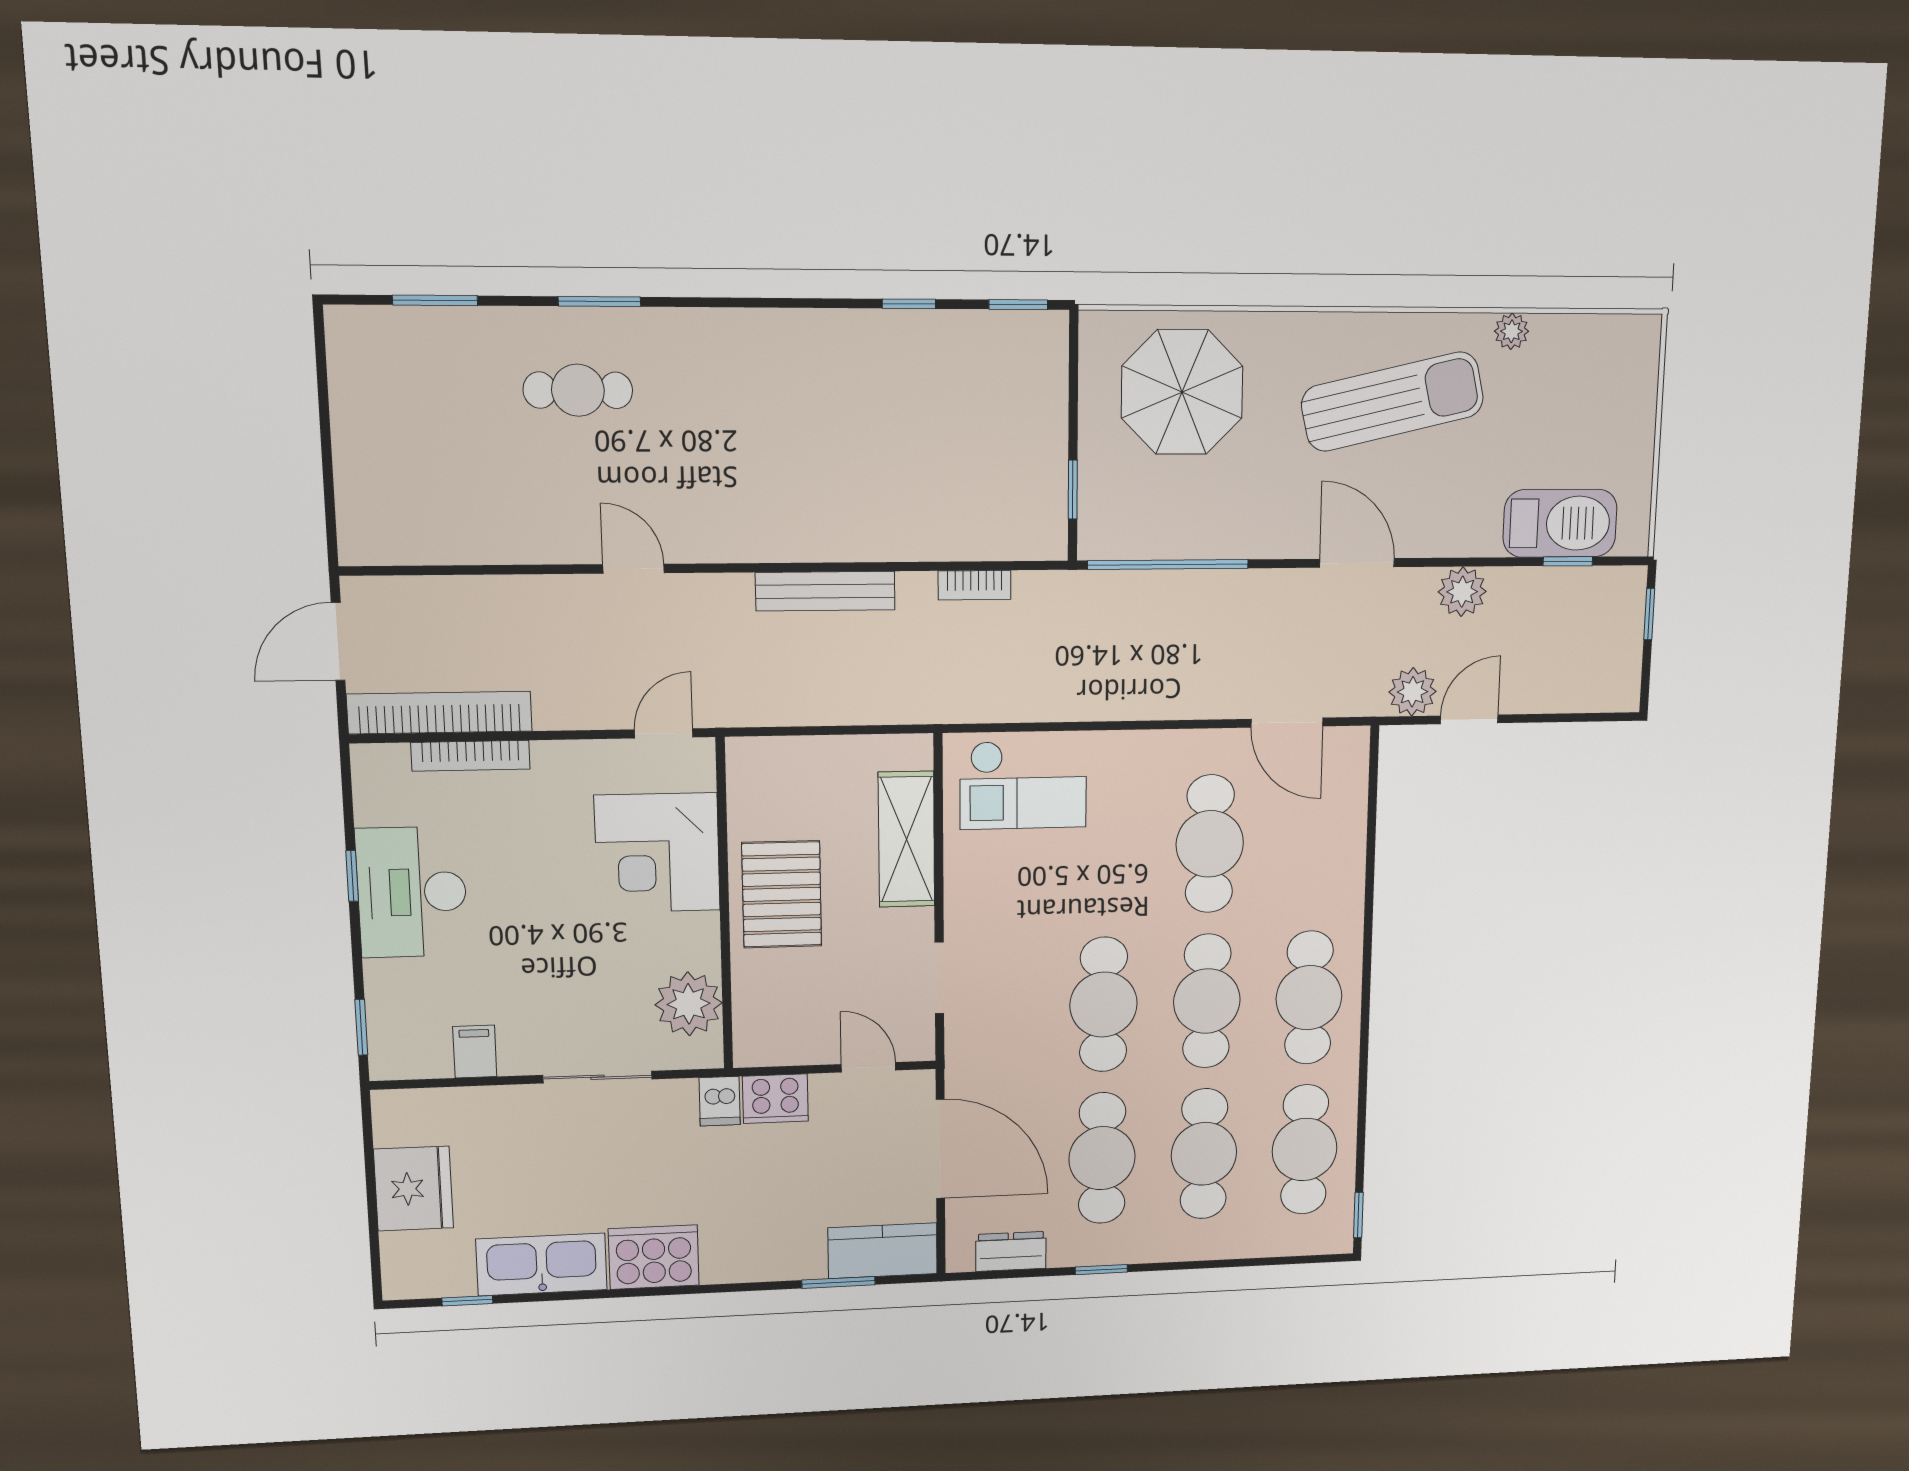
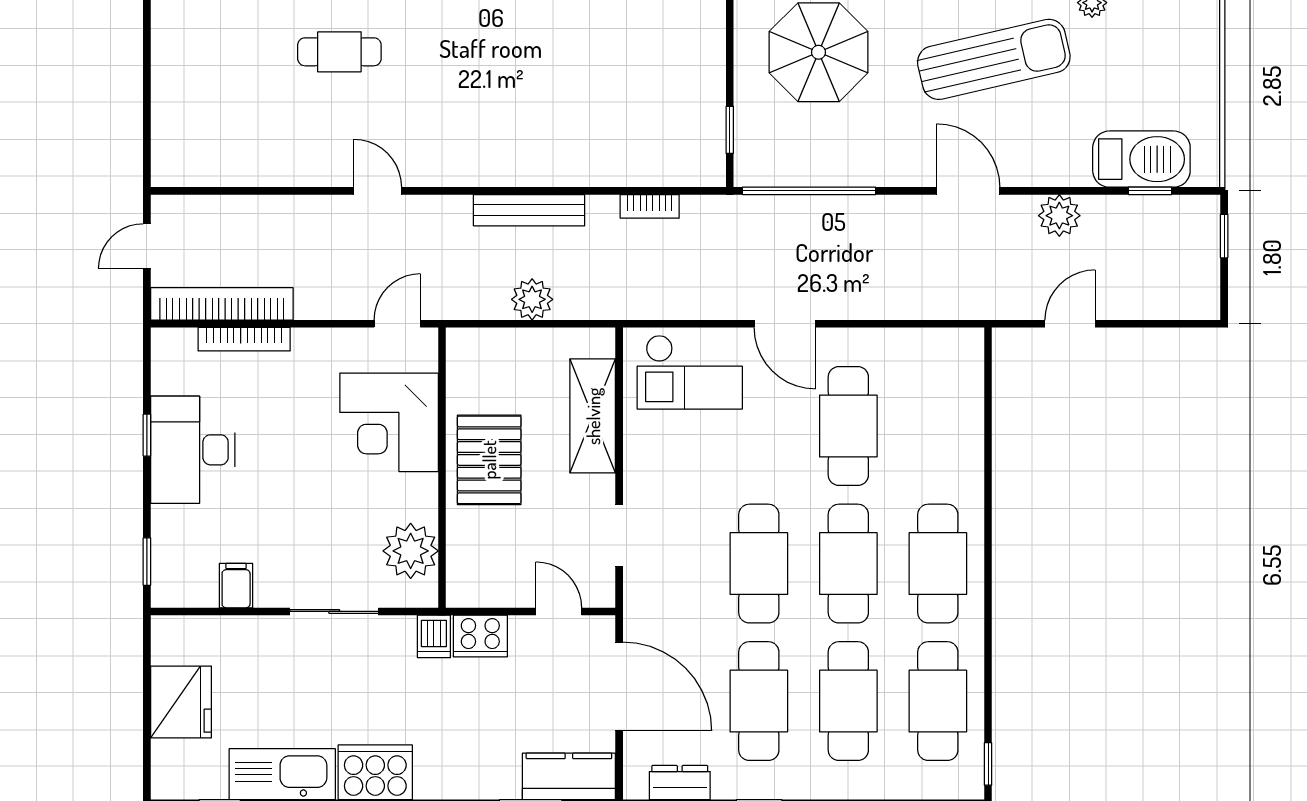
door: (338, 641) -> (147, 246), width x0.73
plant: (1413, 692) -> (532, 299), moved
door: (1287, 723) -> (785, 324), moved

